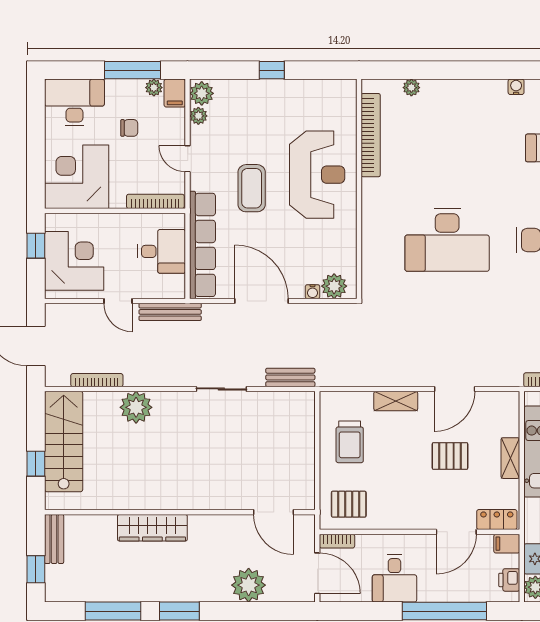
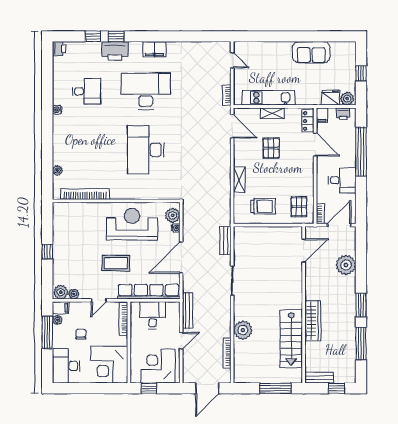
reception desk: (317, 175) -> (132, 224), moved
desk: (447, 240) -> (146, 150), turned 180
door: (455, 389) -> (232, 126), moved
stairs: (64, 441) -> (291, 339), moved, turned -90
window: (36, 464) -> (276, 388), width x2.17

